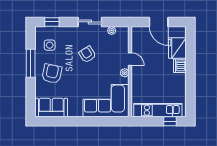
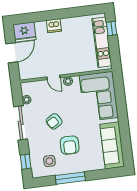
sliding door: (90, 22) -> (21, 123), width x1.37
fridge: (177, 48) -> (24, 32), moved
door: (130, 59) -> (53, 77), swing flipped
armchair: (52, 74) -> (70, 145), moved, turned -102
sofa: (51, 108) -> (112, 145), width x1.36

